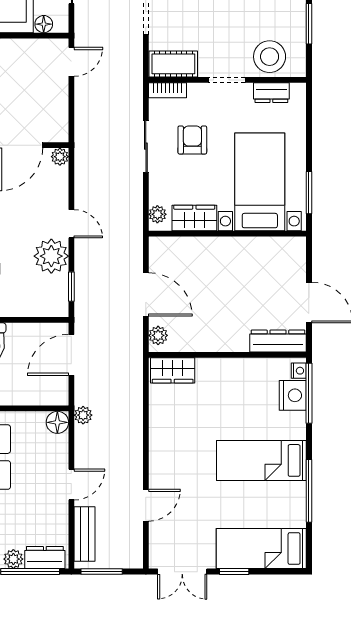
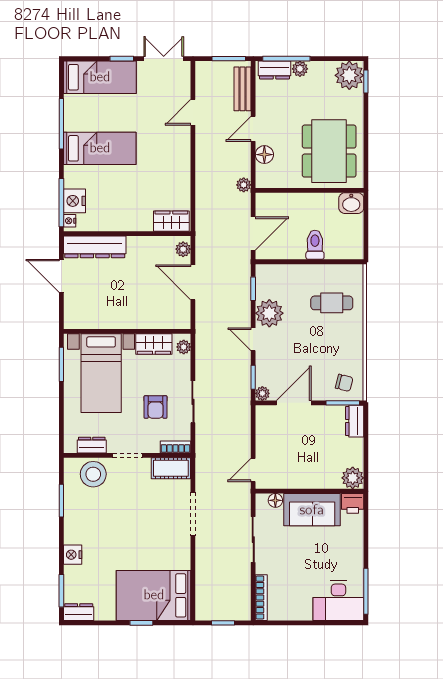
window: (71, 177) -> (253, 377), added
dresser: (278, 341) -> (95, 247), width x1.37, depth x1.24
floor lamp: (57, 422) -> (264, 155), moved

